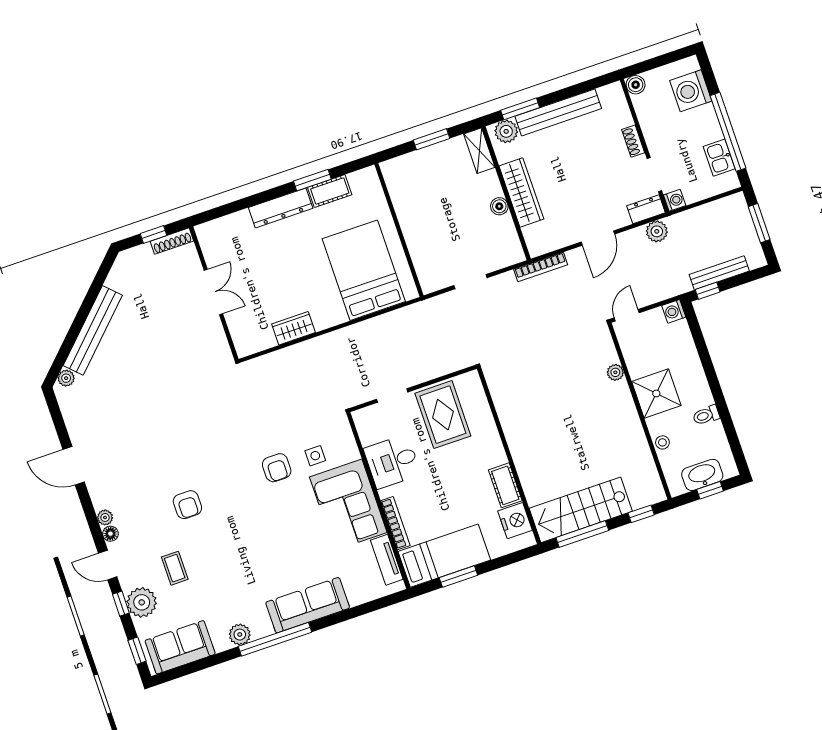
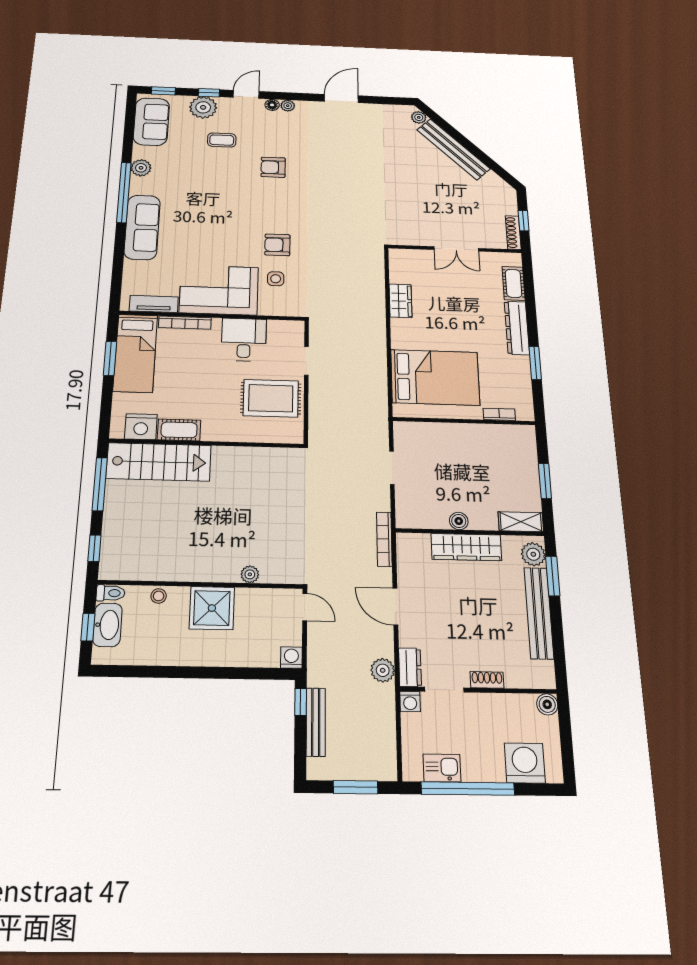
cot: (330, 191) -> (514, 283), moved
bookcase: (380, 199) -> (499, 414), added
toilet: (706, 415) -> (111, 593), moved, turned 90
stairs: (581, 510) -> (159, 462), moved, turned 90

